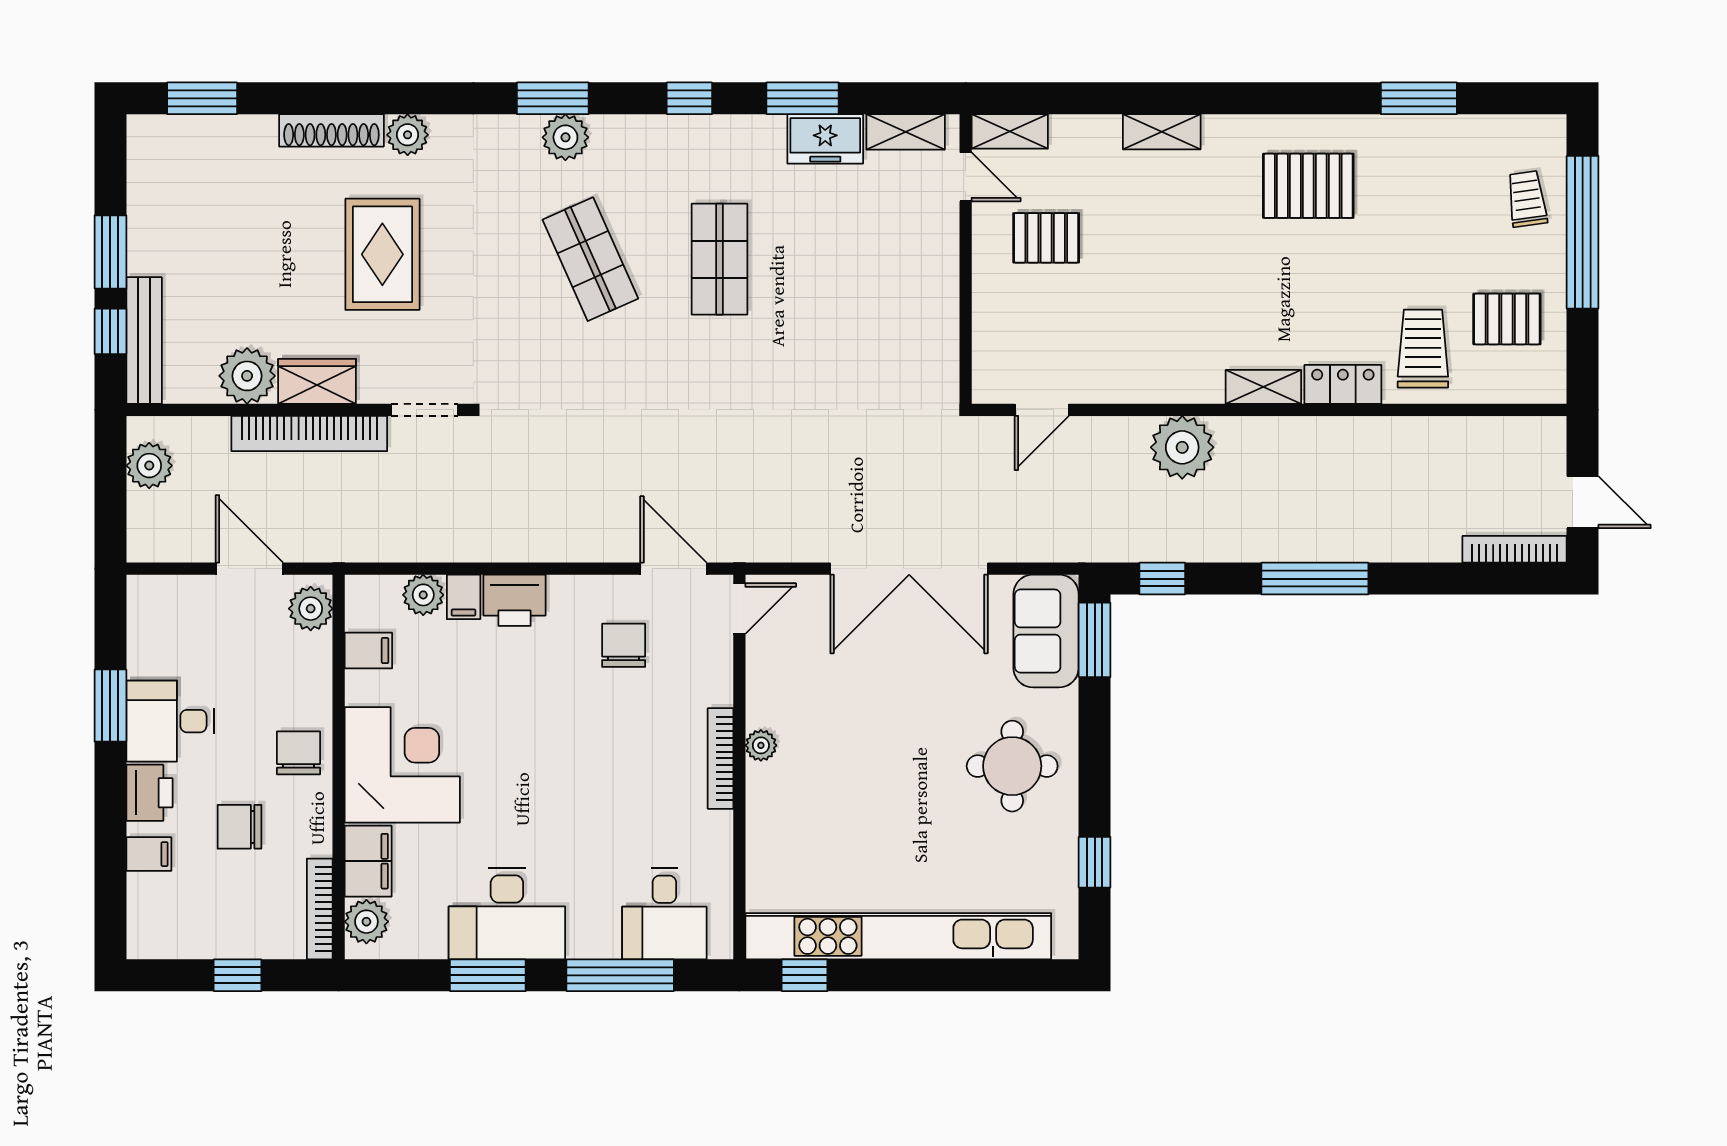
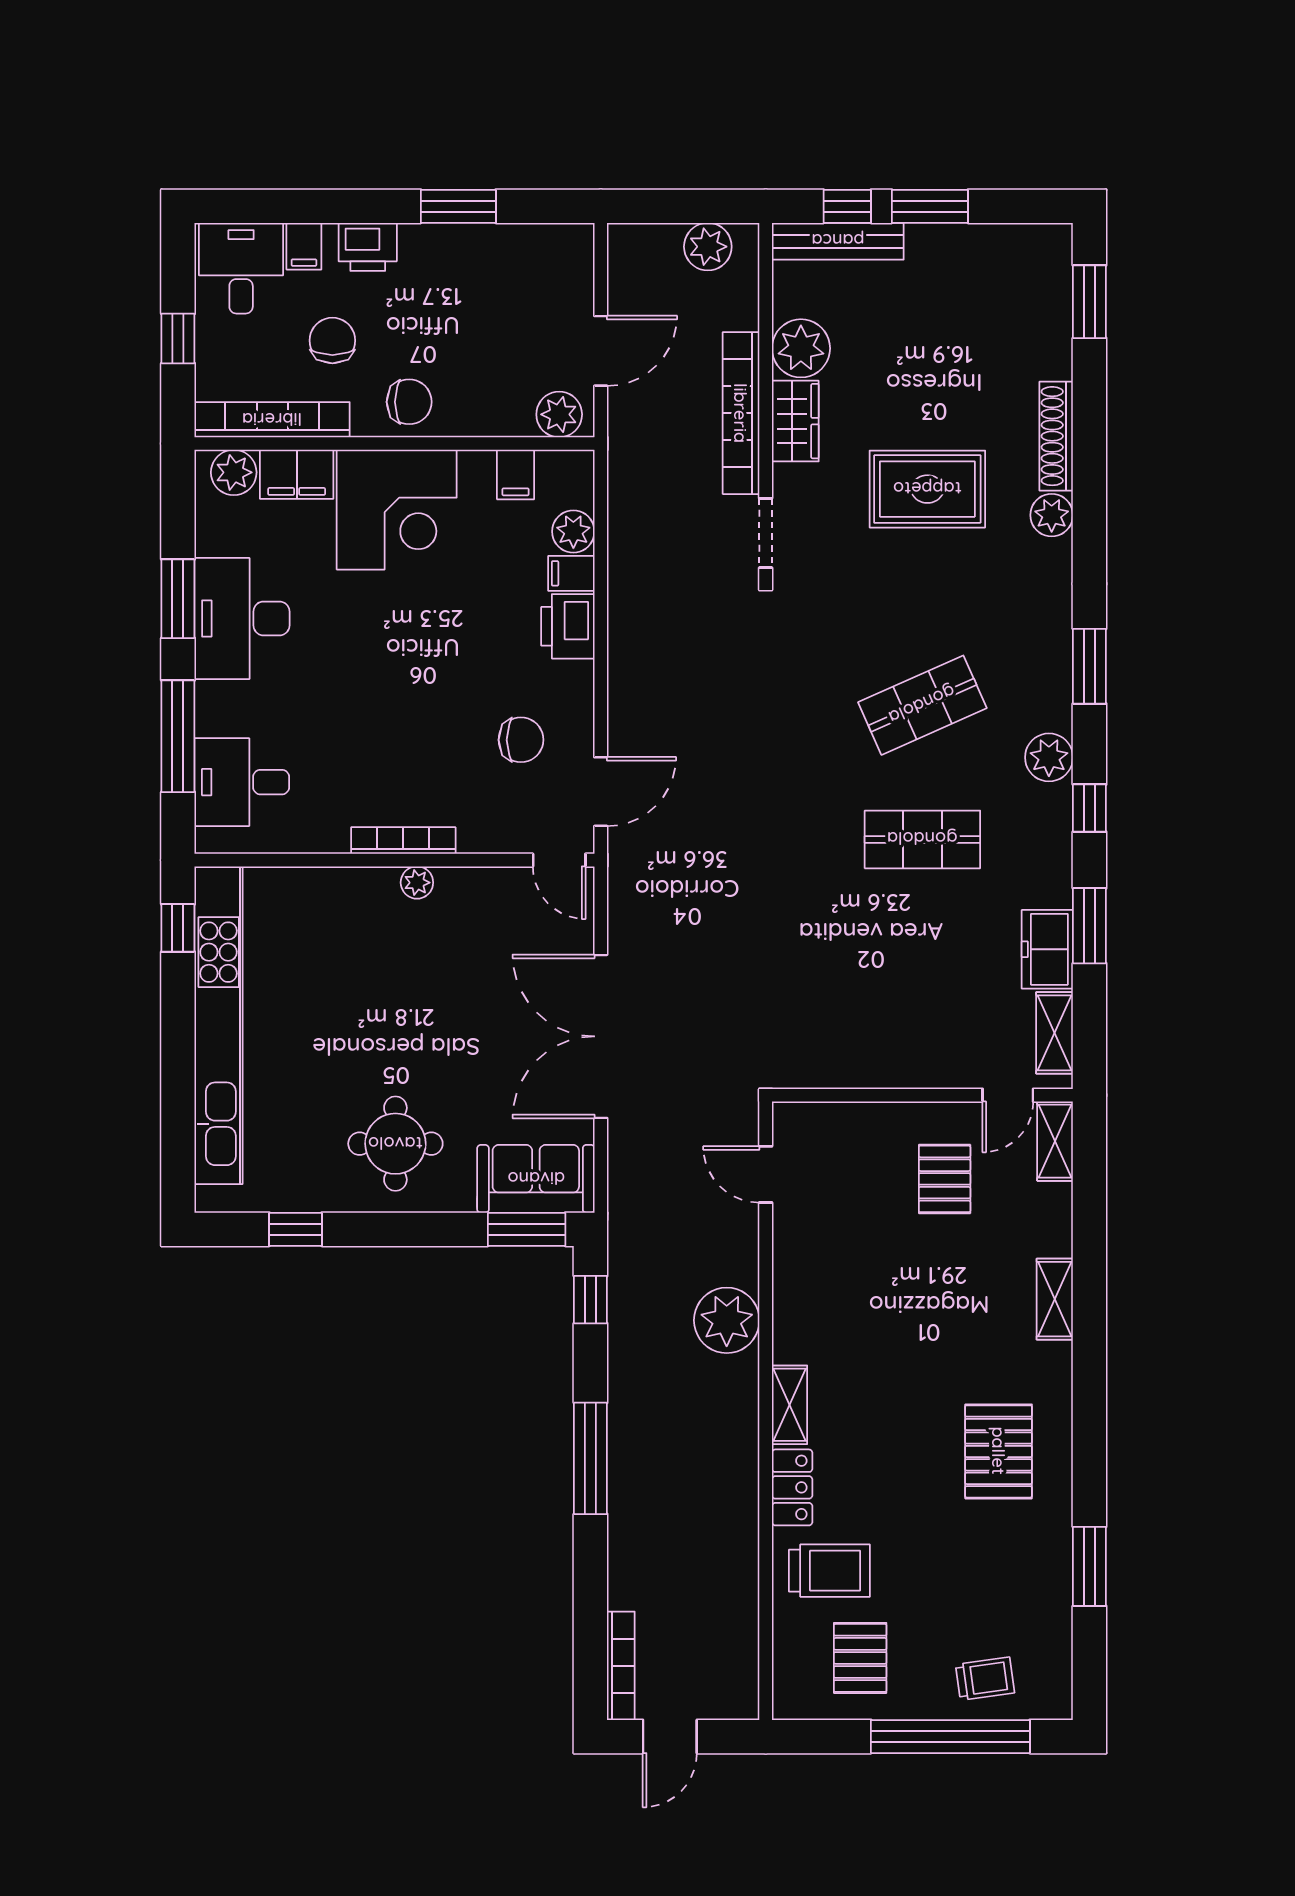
plant: (565, 137) -> (1049, 757), moved
desk: (170, 721) -> (241, 268), moved
bookcase: (320, 909) -> (272, 420), width x1.48, depth x1.31

